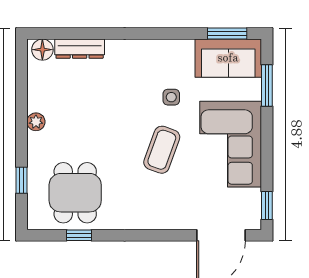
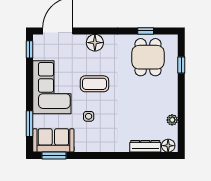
plant: (36, 122) -> (172, 120), moved
coffee table: (162, 150) -> (94, 84), turned 70
floor lamp: (161, 216) -> (95, 43), added

